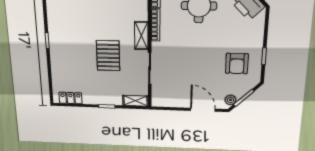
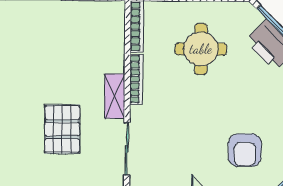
armchair: (237, 64) -> (245, 150), moved

